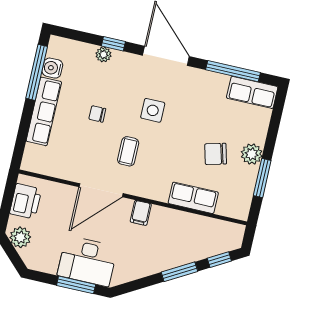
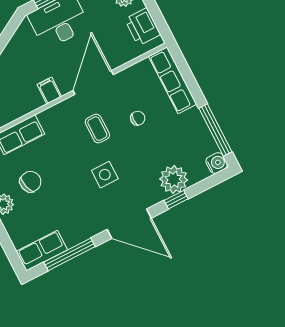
plant: (103, 55) -> (174, 179), width x1.87, depth x1.87
water cooler: (52, 68) -> (217, 163), moved
row of seats: (44, 111) -> (173, 80), moved
chair: (97, 114) -> (138, 118), moved

